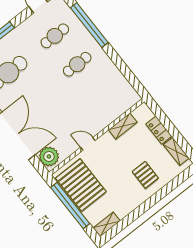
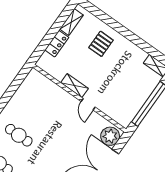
shelving: (123, 126) -> (74, 86), moved
pallet: (81, 185) -> (127, 100), removed

